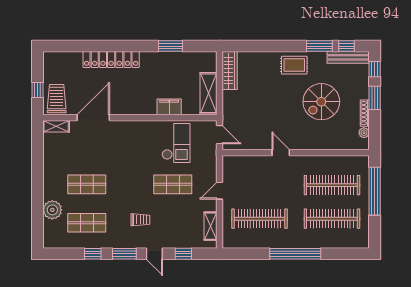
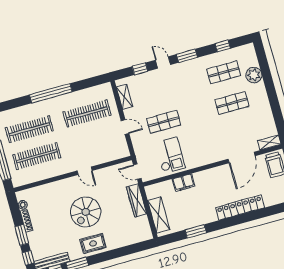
wardrobe: (230, 71) -> (137, 200), moved
shelving: (209, 93) -> (159, 215), moved
spiral stairs: (321, 102) -> (86, 212), moved, turned 180
checkout: (176, 143) -> (170, 155), turned 180
door: (220, 191) -> (125, 127), hinge flipped
trolley: (140, 220) -> (182, 87), removed
window: (93, 254) -> (223, 46), moved

